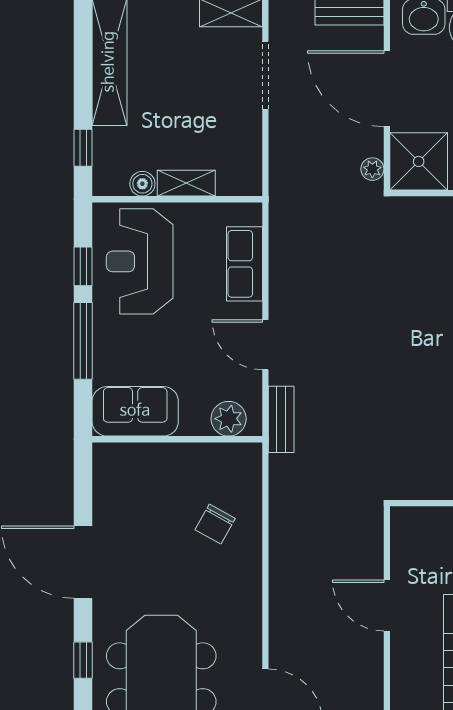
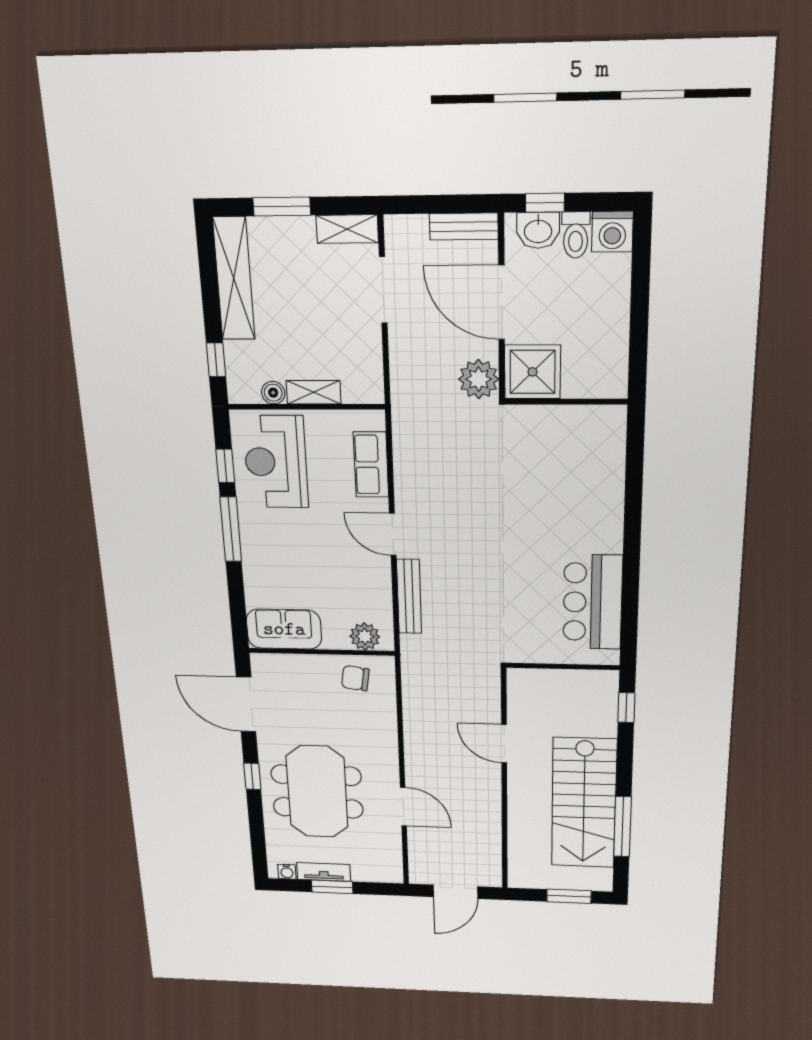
plant: (372, 169) -> (479, 379), width x1.88, depth x1.88
sofa: (135, 411) -> (284, 629), moved
plant: (229, 419) -> (365, 637), moved
bench: (281, 419) -> (409, 596), width x1.36
wall: (177, 439) -> (321, 652), moved
chair: (215, 524) -> (355, 678), turned 69

